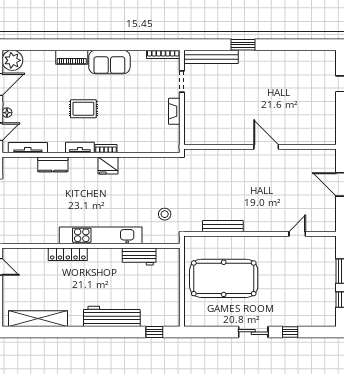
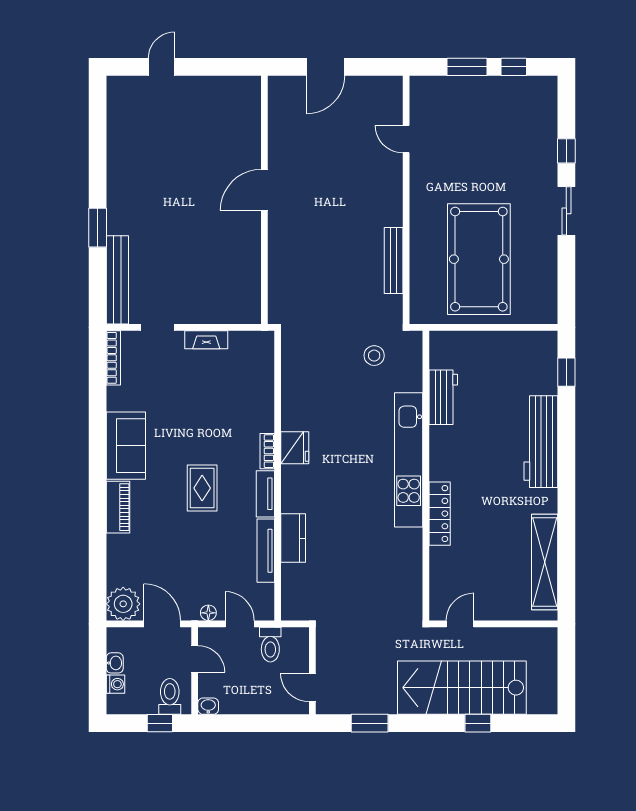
tv unit: (28, 148) -> (266, 551), moved

